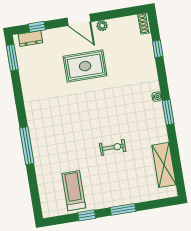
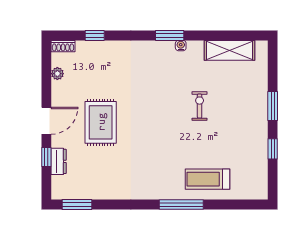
plant: (102, 26) -> (57, 74), moved
window: (37, 27) -> (46, 157), moved
dresser: (30, 39) -> (59, 161), moved
water cooler: (157, 97) -> (181, 46), moved
treadmill: (74, 191) -> (208, 179), moved

